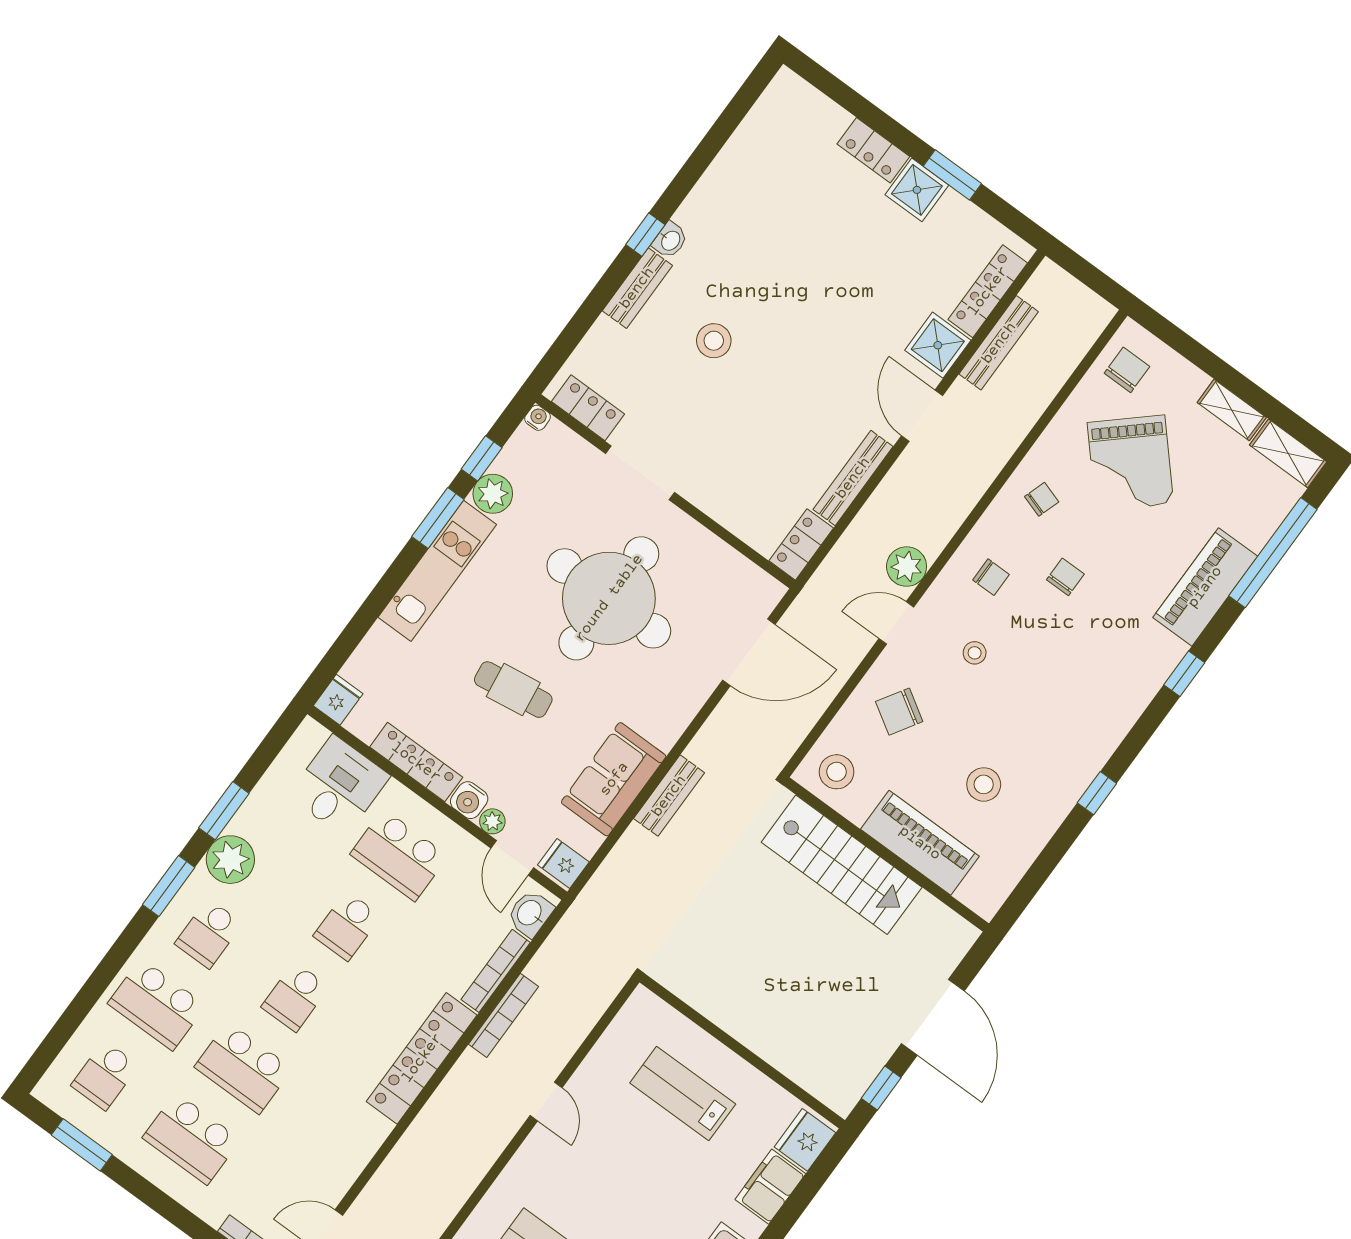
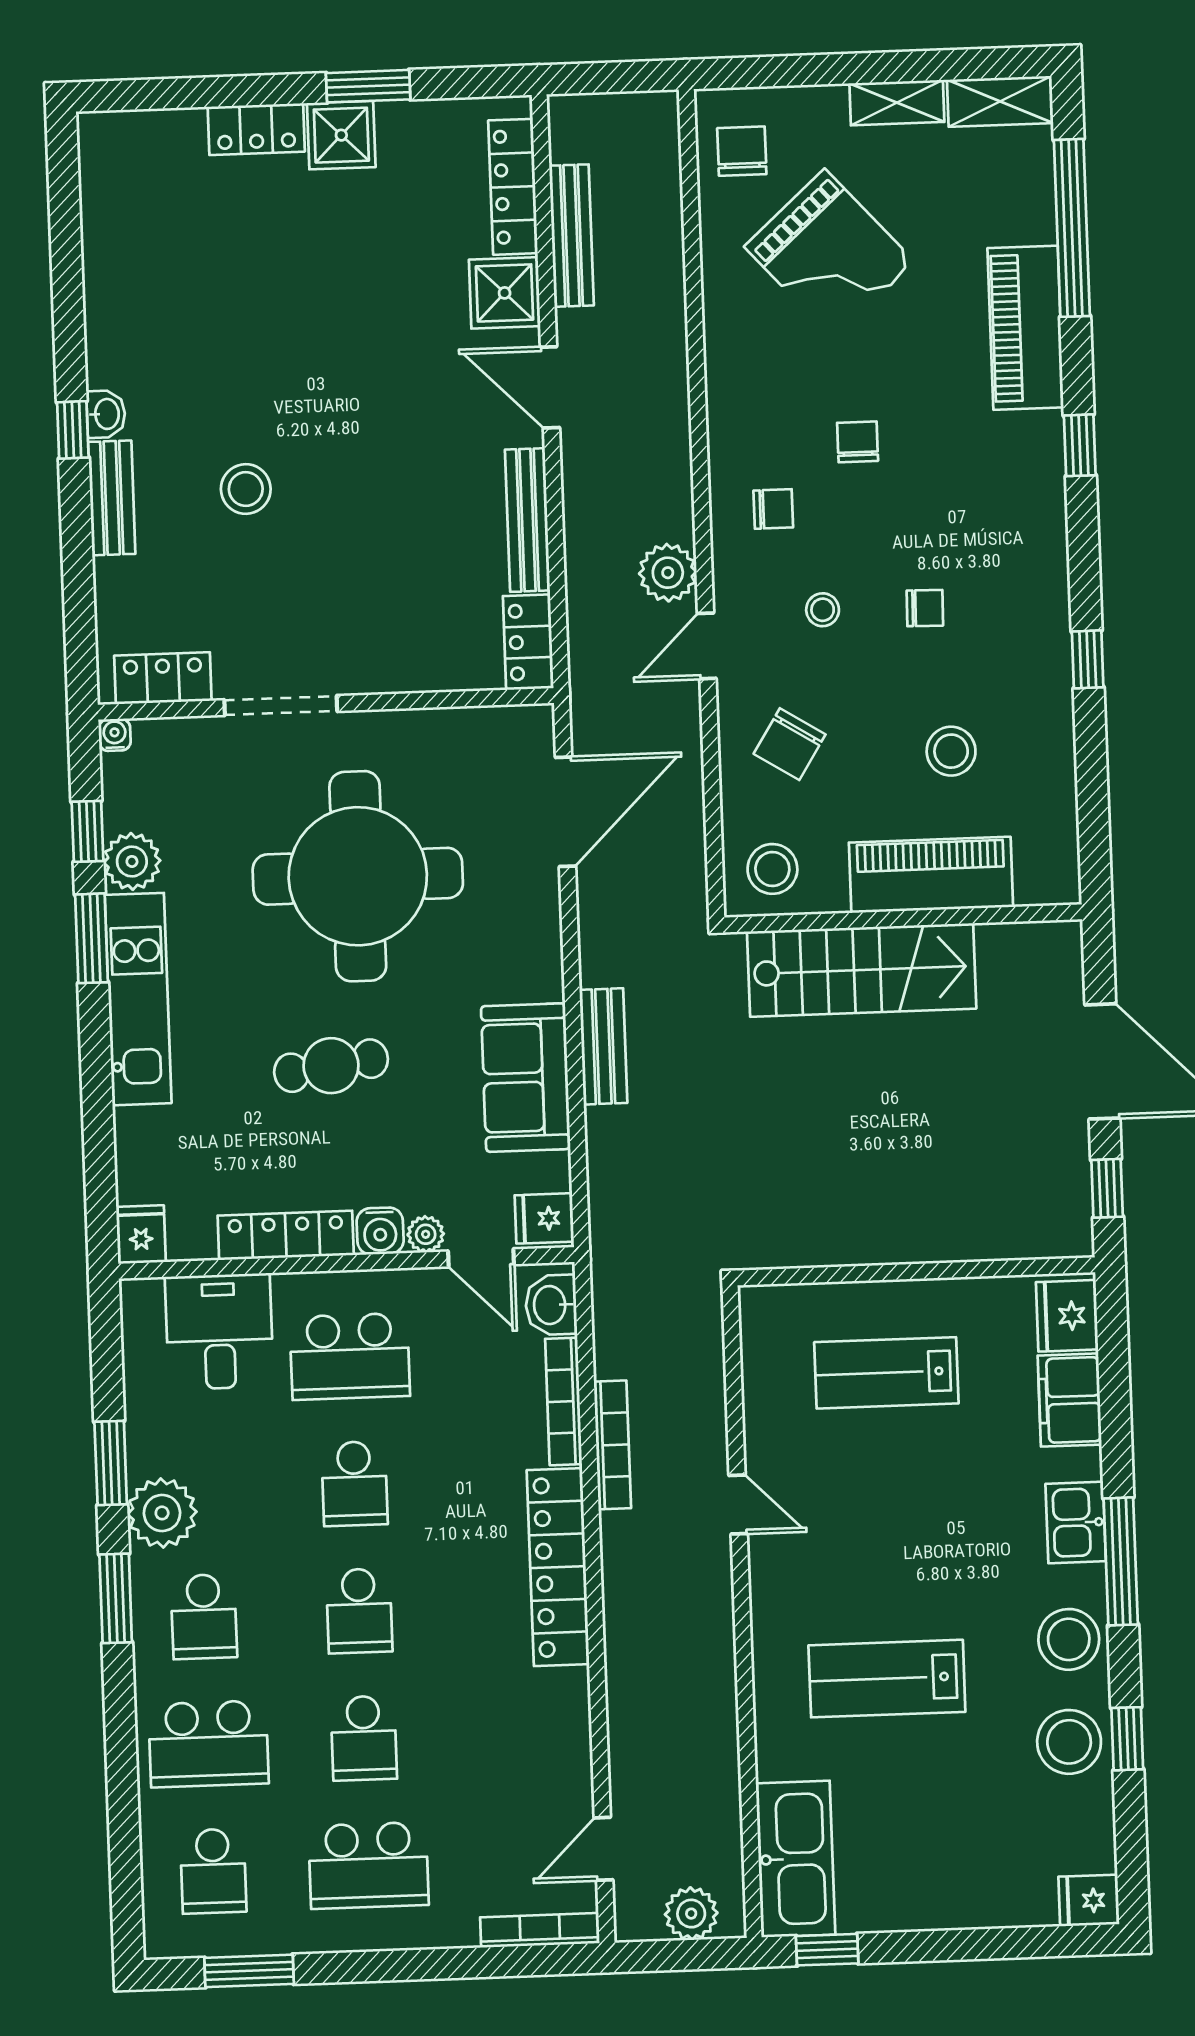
chair: (1042, 499) -> (925, 608), moved, turned 73
school desk: (243, 1068) -> (364, 1738), width x0.54

